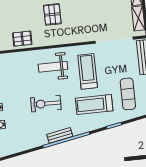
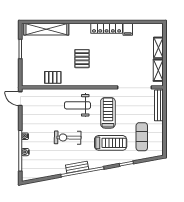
treadmill: (94, 104) -> (111, 143), turned 180

